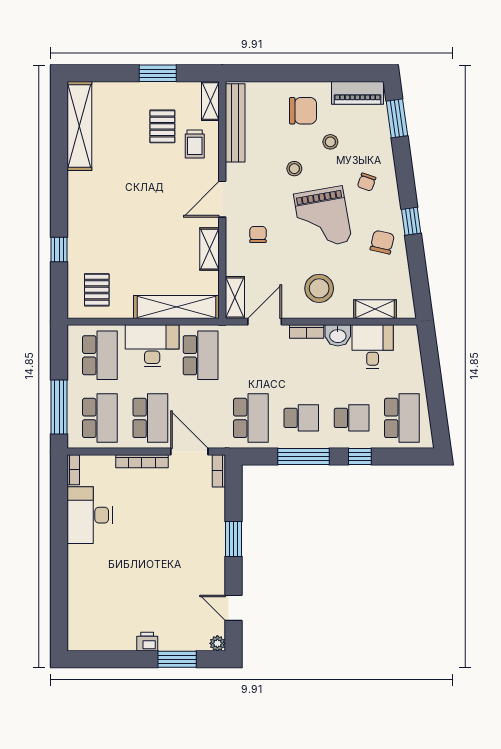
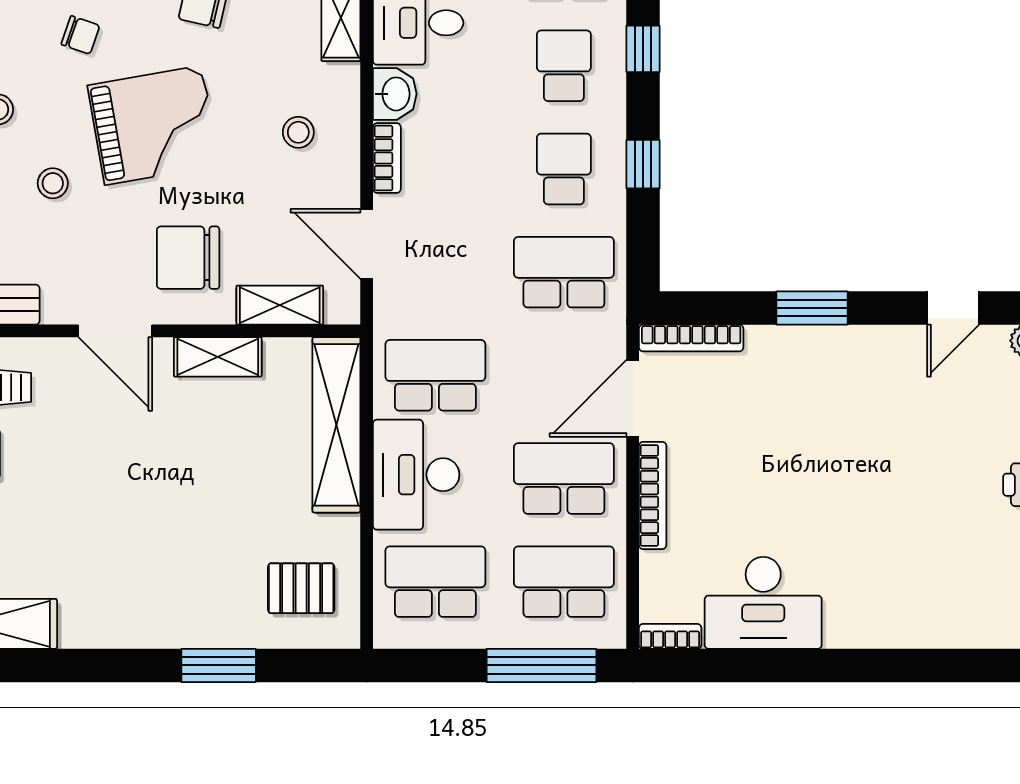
chair: (258, 235) -> (188, 258), width x1.87, depth x1.87
window: (59, 249) -> (219, 665), width x1.50
stool: (319, 288) -> (298, 132), width x0.53, depth x0.53
shelving: (235, 297) -> (280, 305), moved
window: (304, 457) -> (643, 164), width x0.46
bookcase: (219, 471) -> (691, 338), width x1.56

